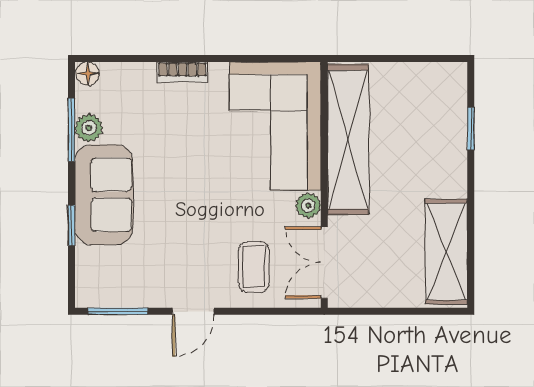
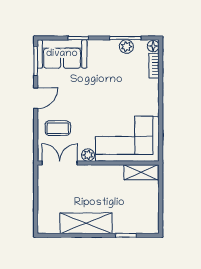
bookcase: (182, 72) -> (154, 66), moved
shelving: (348, 140) -> (141, 172), width x0.45, depth x0.75
sofa: (104, 195) -> (62, 54), moved
shelving: (446, 252) -> (86, 223), moved
door: (193, 311) -> (36, 98), swing flipped

